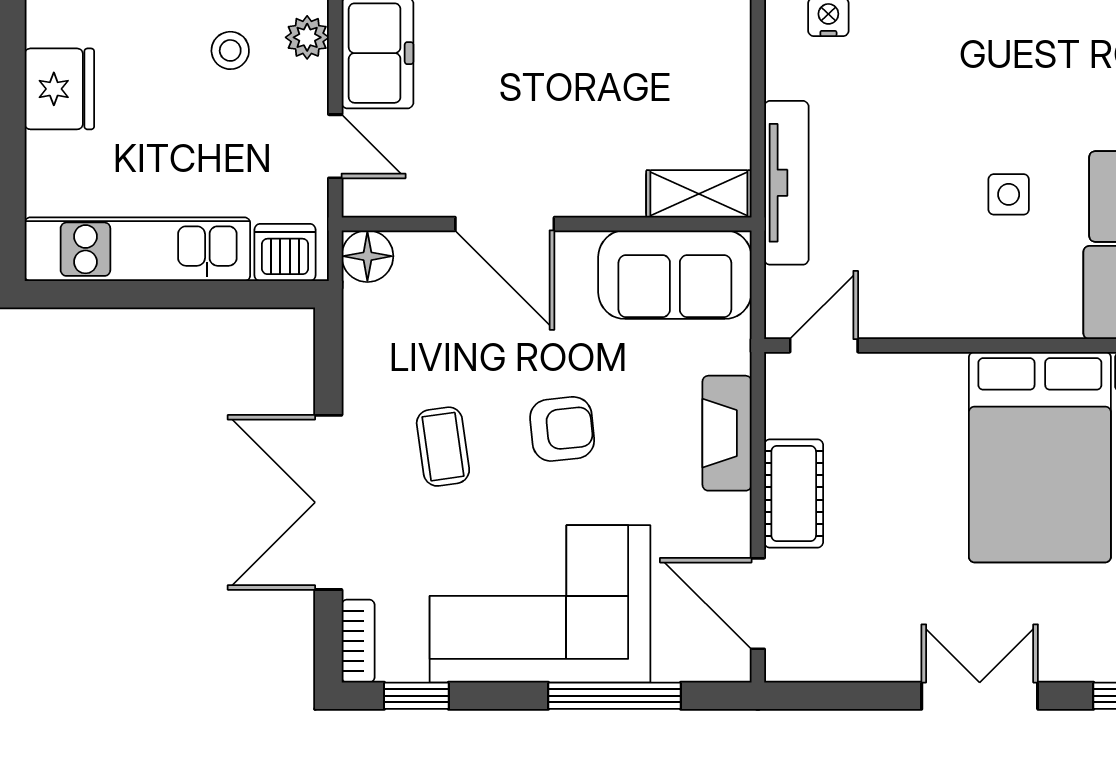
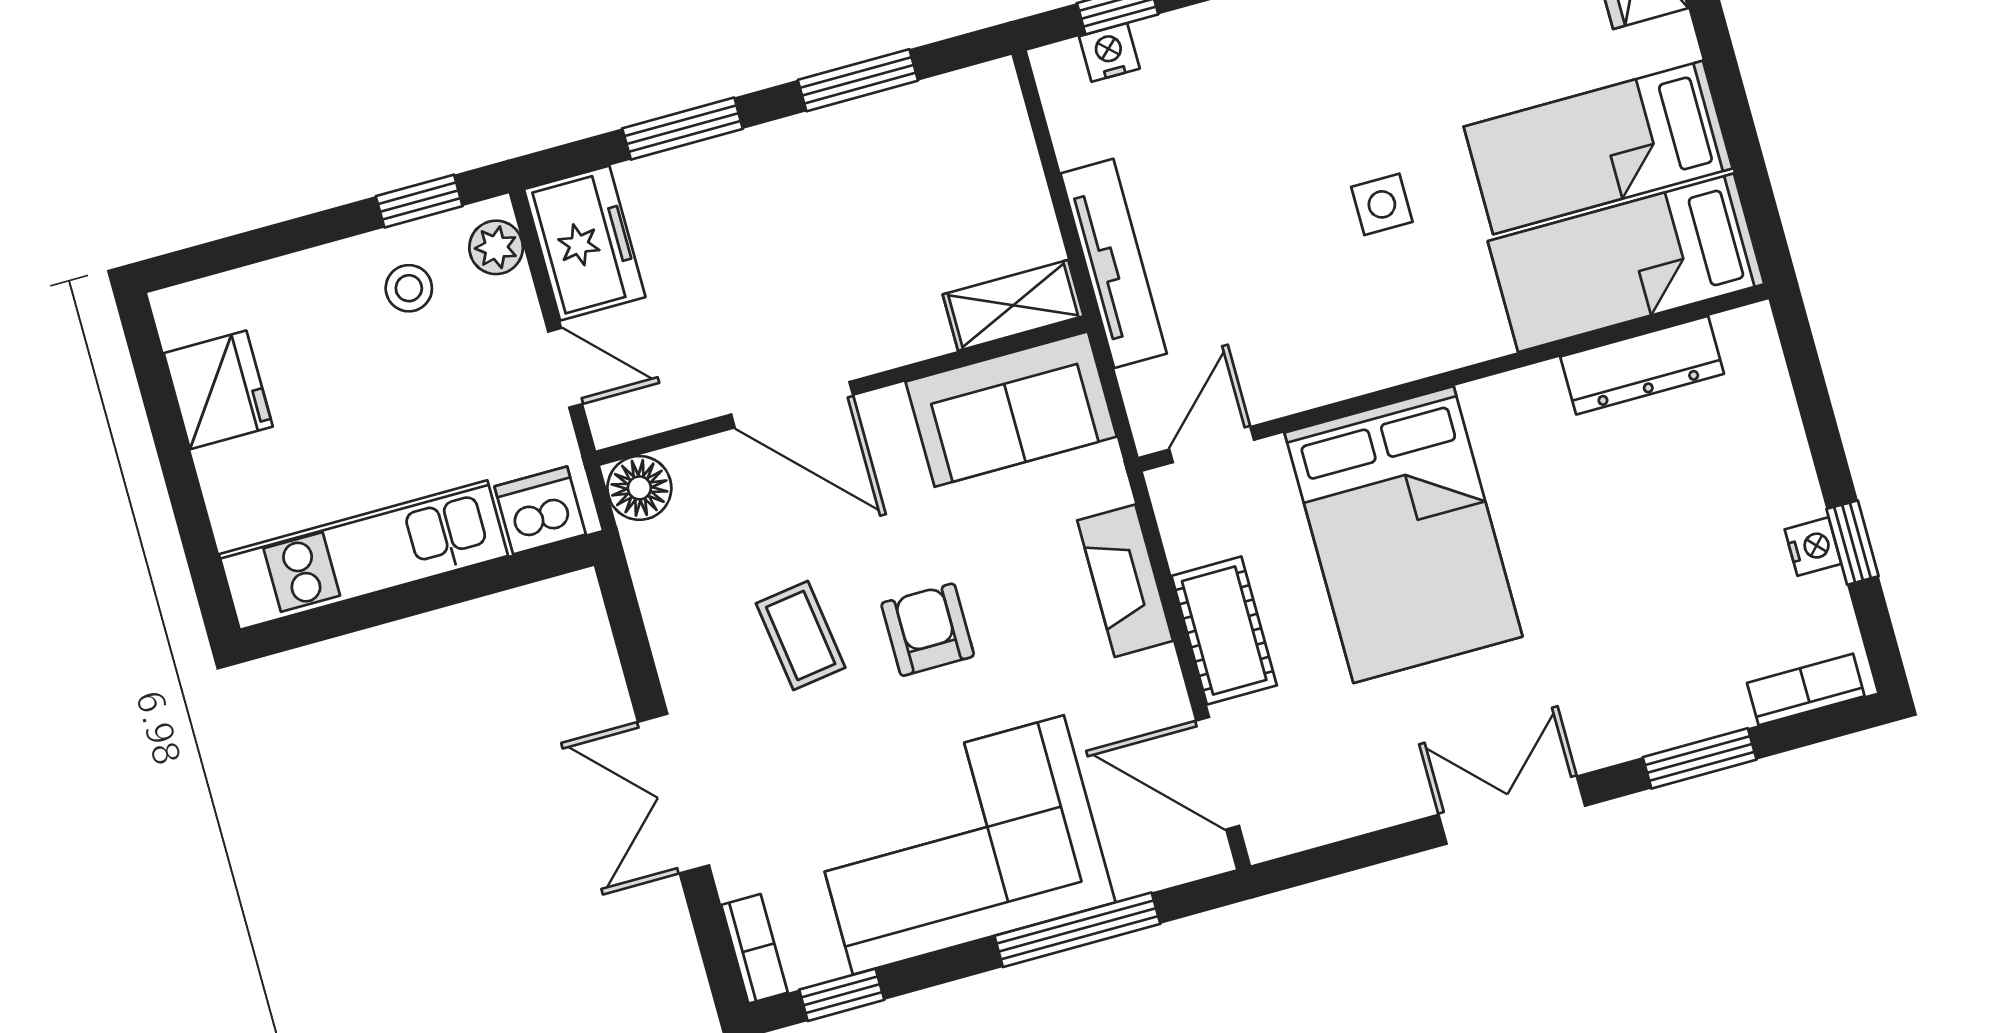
armchair: (562, 429) -> (928, 630), turned -84
coffee table: (443, 447) -> (801, 636), moved
bed: (1040, 457) -> (1403, 535), moved
double door: (328, 502) -> (674, 794), width x0.73

